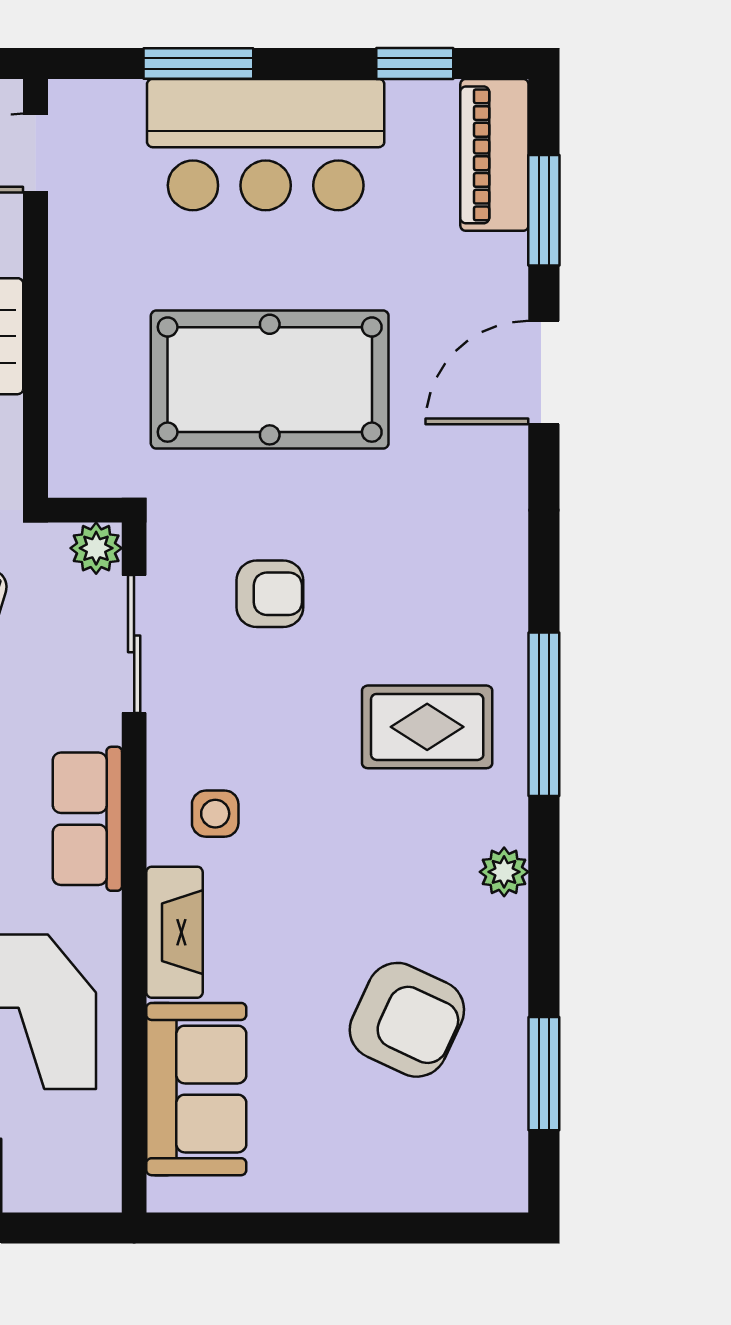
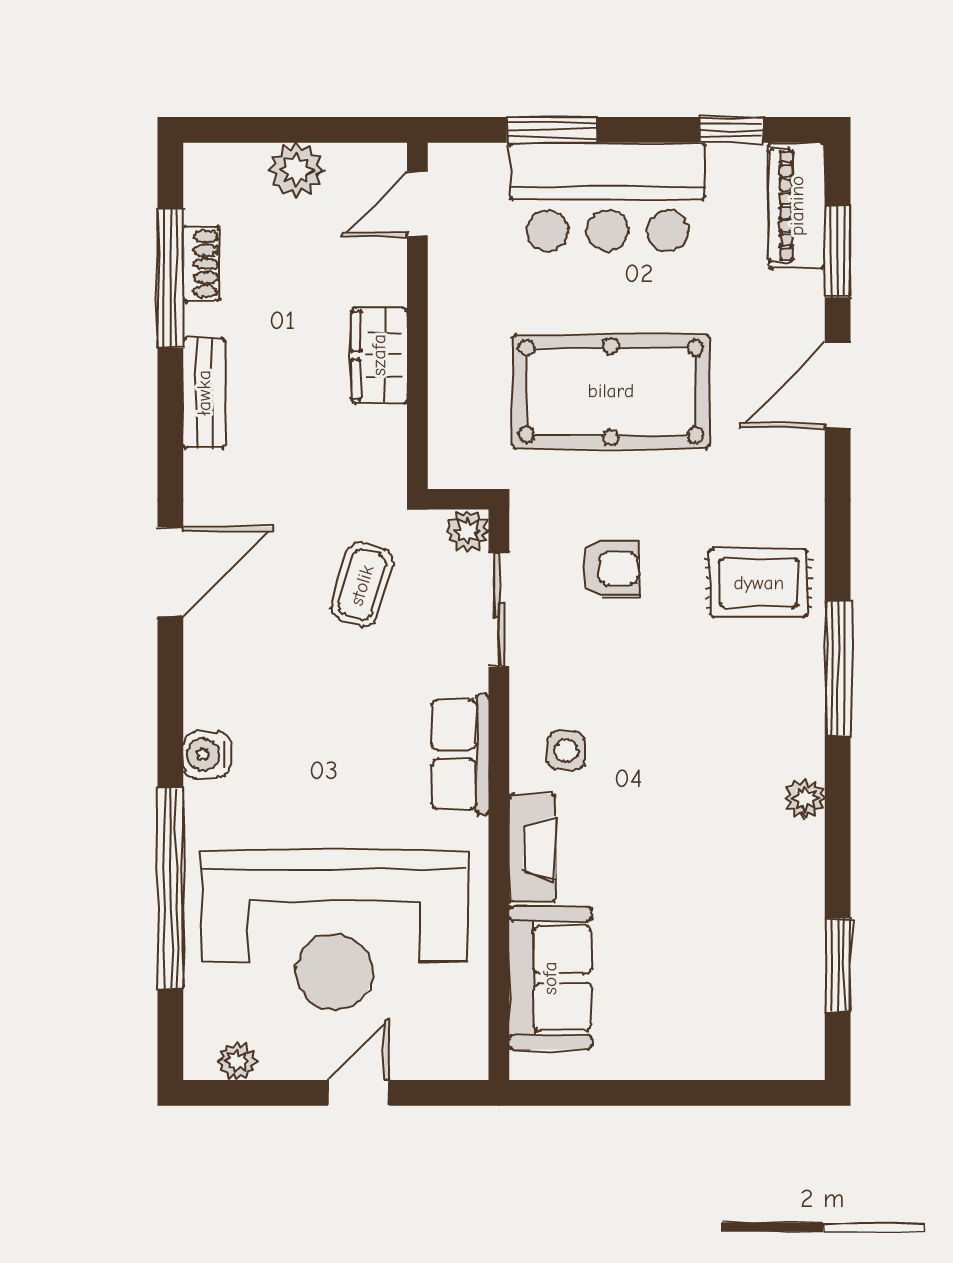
rug: (427, 727) -> (759, 583), moved
armchair: (407, 1020) -> (725, 921), removed

